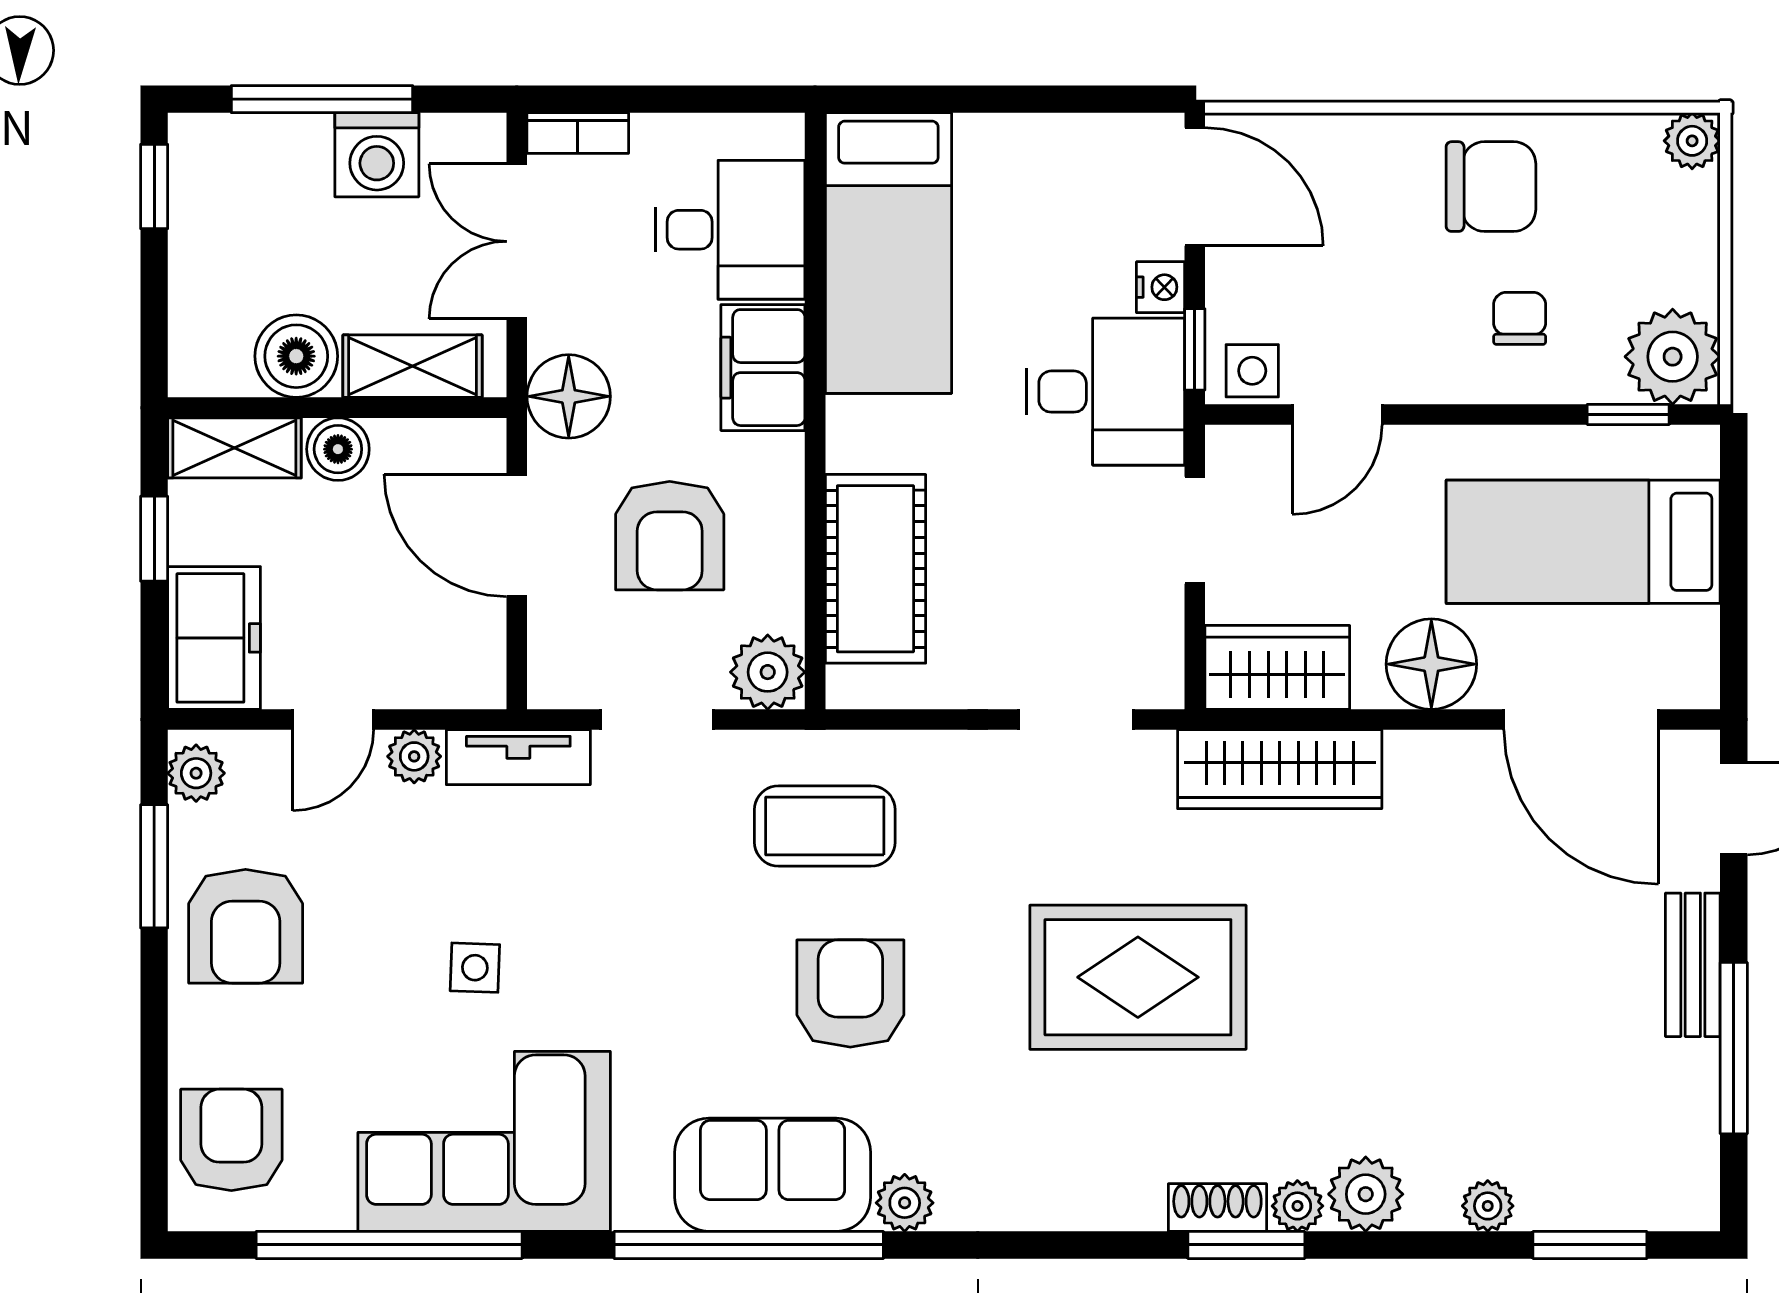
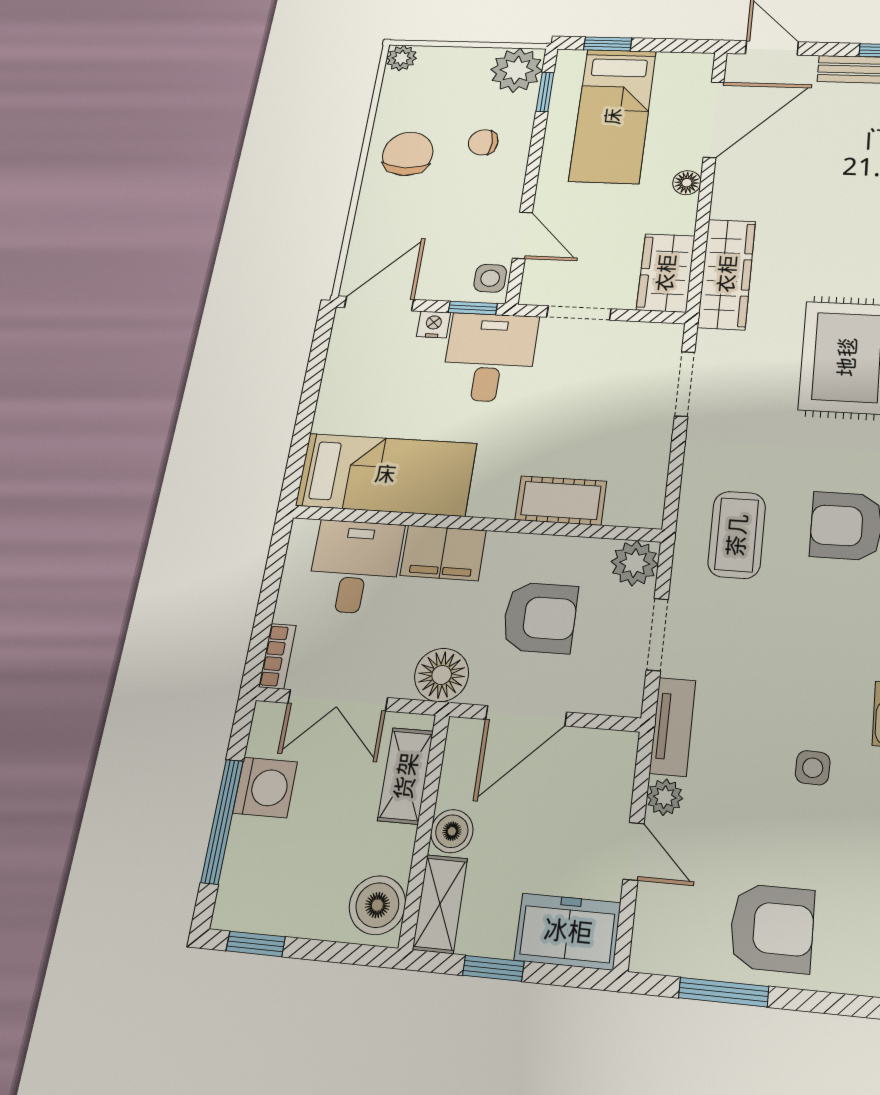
boiler: (296, 356) -> (377, 905), moved
window: (1734, 515) -> (608, 44), added
cot: (875, 569) -> (561, 500), width x0.73, depth x0.75
floor lamp: (1431, 664) -> (687, 183), width x0.53, depth x0.53
plant: (196, 773) -> (660, 954), removed

